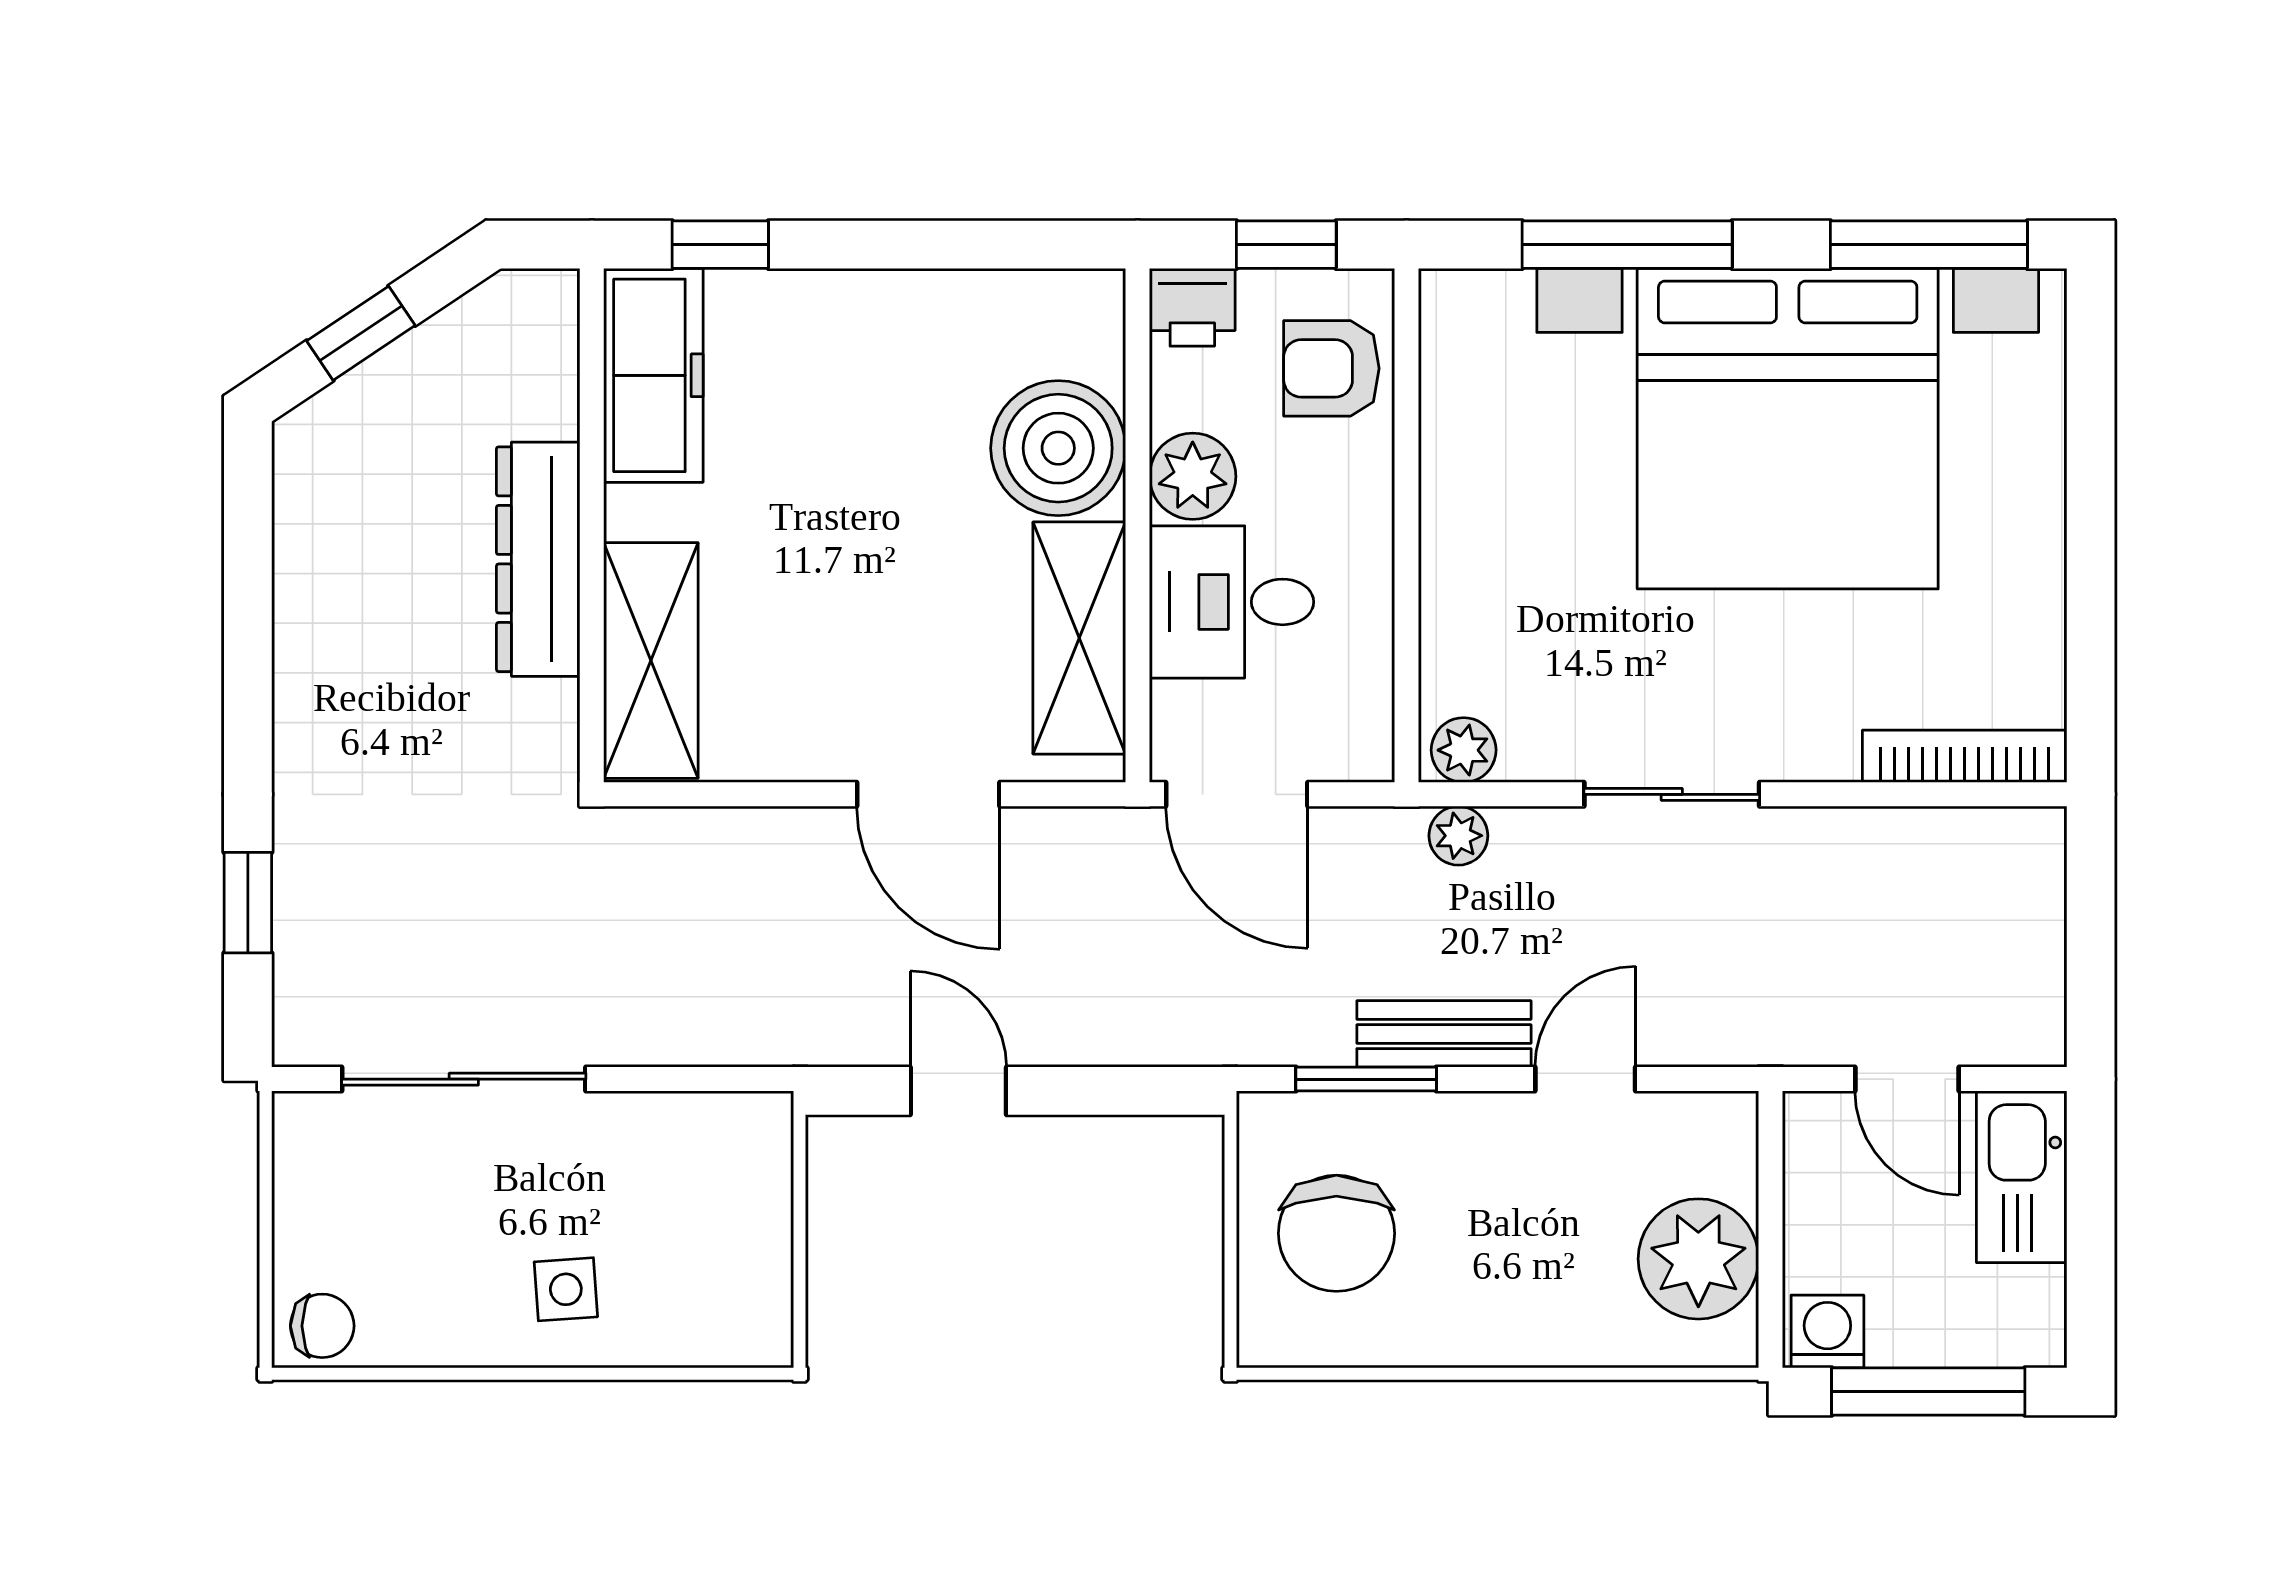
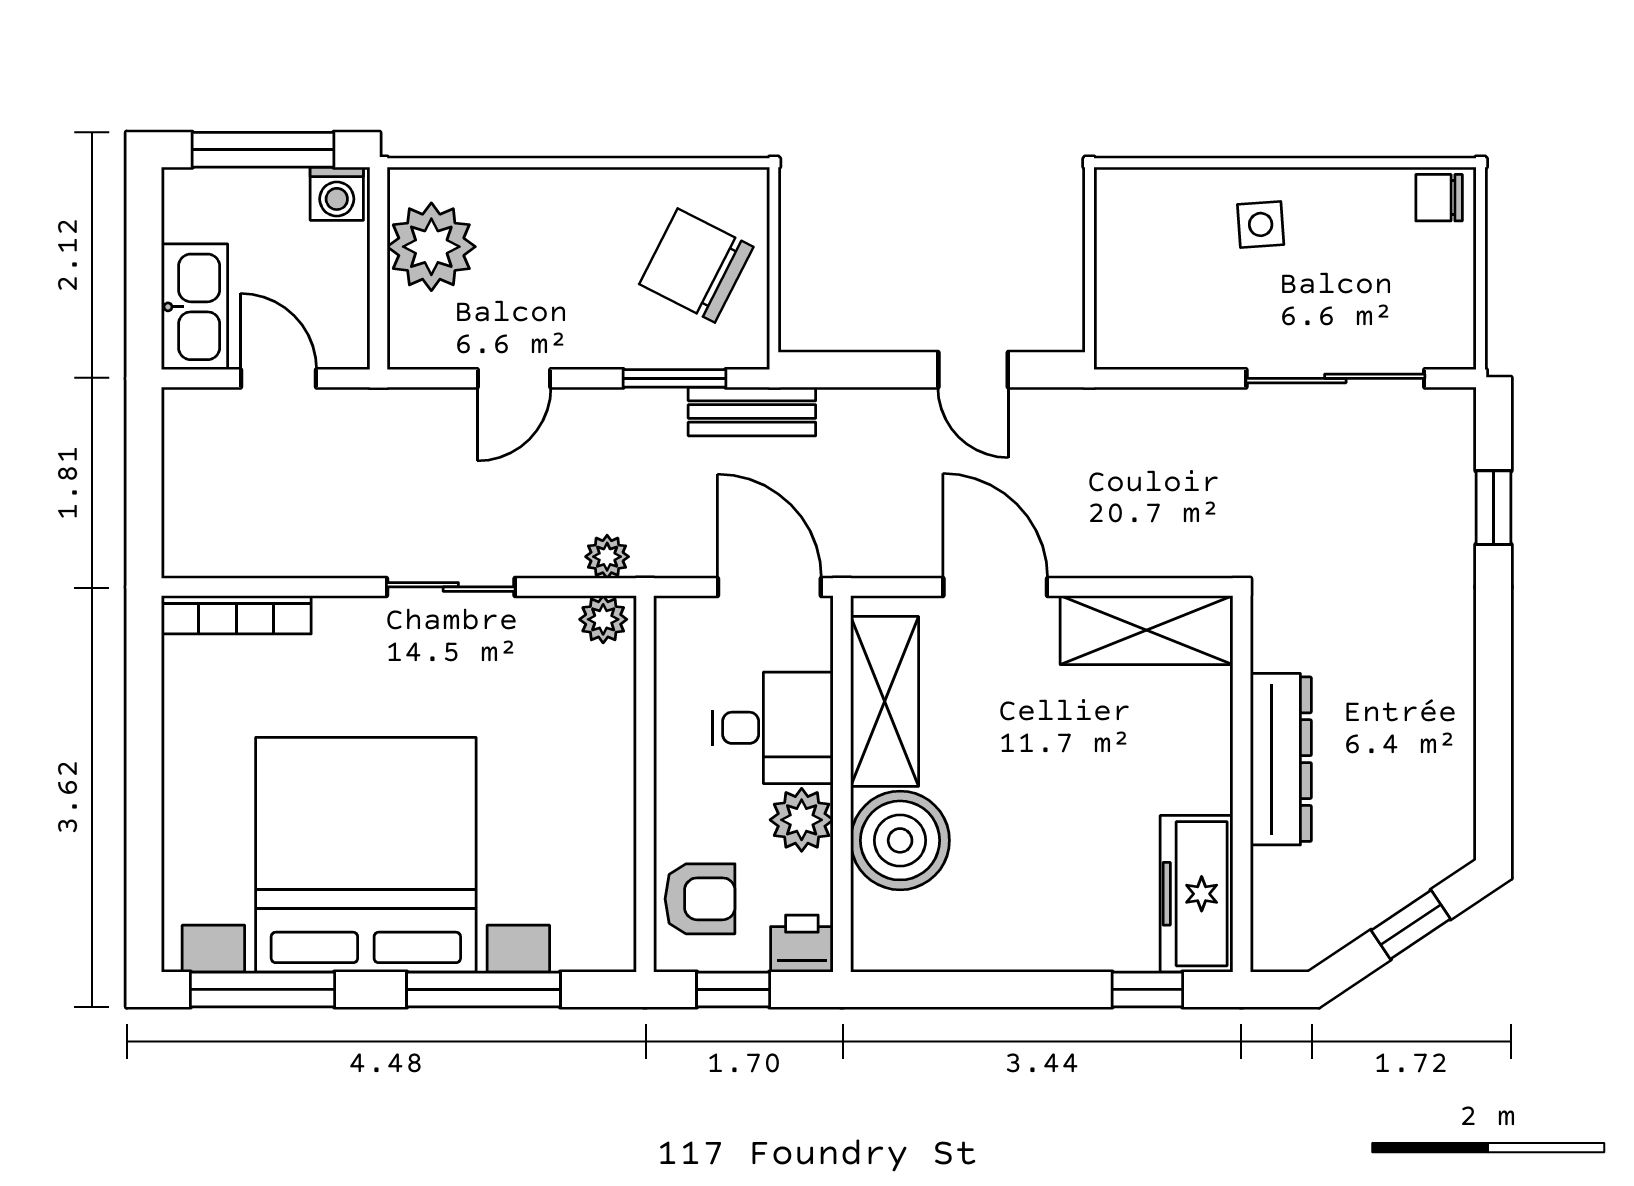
shelving: (651, 660) -> (1147, 630), moved, turned 90
bench: (1444, 1034) -> (752, 411), moved
chair: (1336, 1233) -> (696, 265), turned -63

